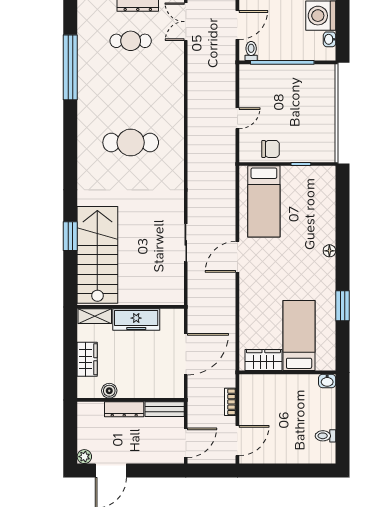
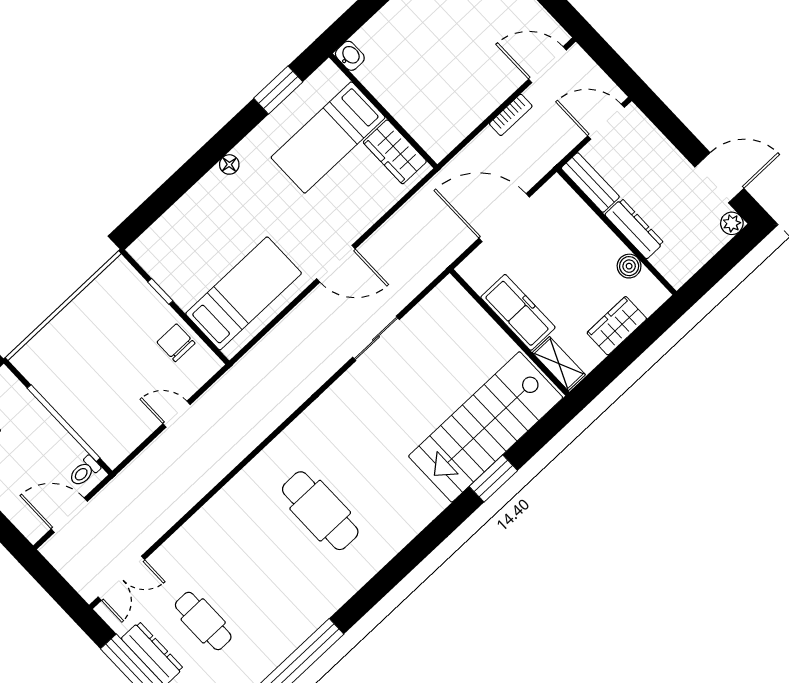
bed: (299, 336) -> (328, 137), moved
wardrobe: (263, 360) -> (395, 152), moved
wall: (287, 372) -> (383, 111), moved
washbasin: (327, 381) -> (350, 56), moved

